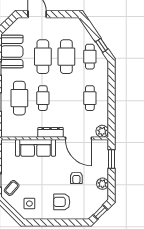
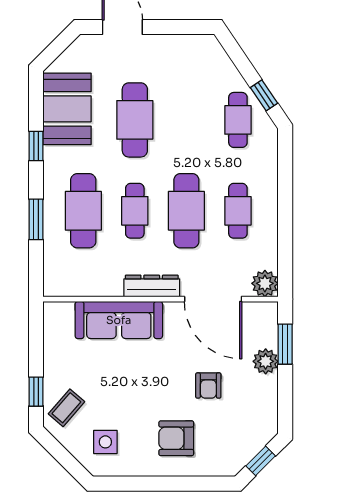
cafe table: (66, 57) -> (186, 211), moved
plant: (102, 184) -> (266, 361), moved

